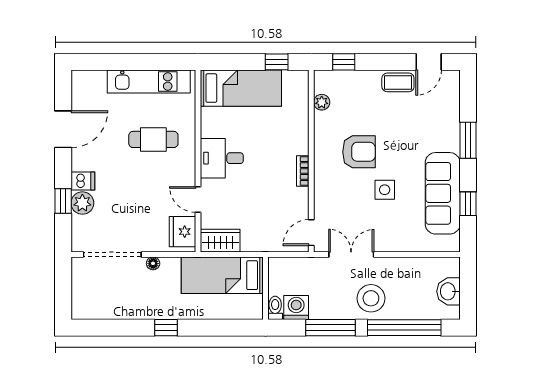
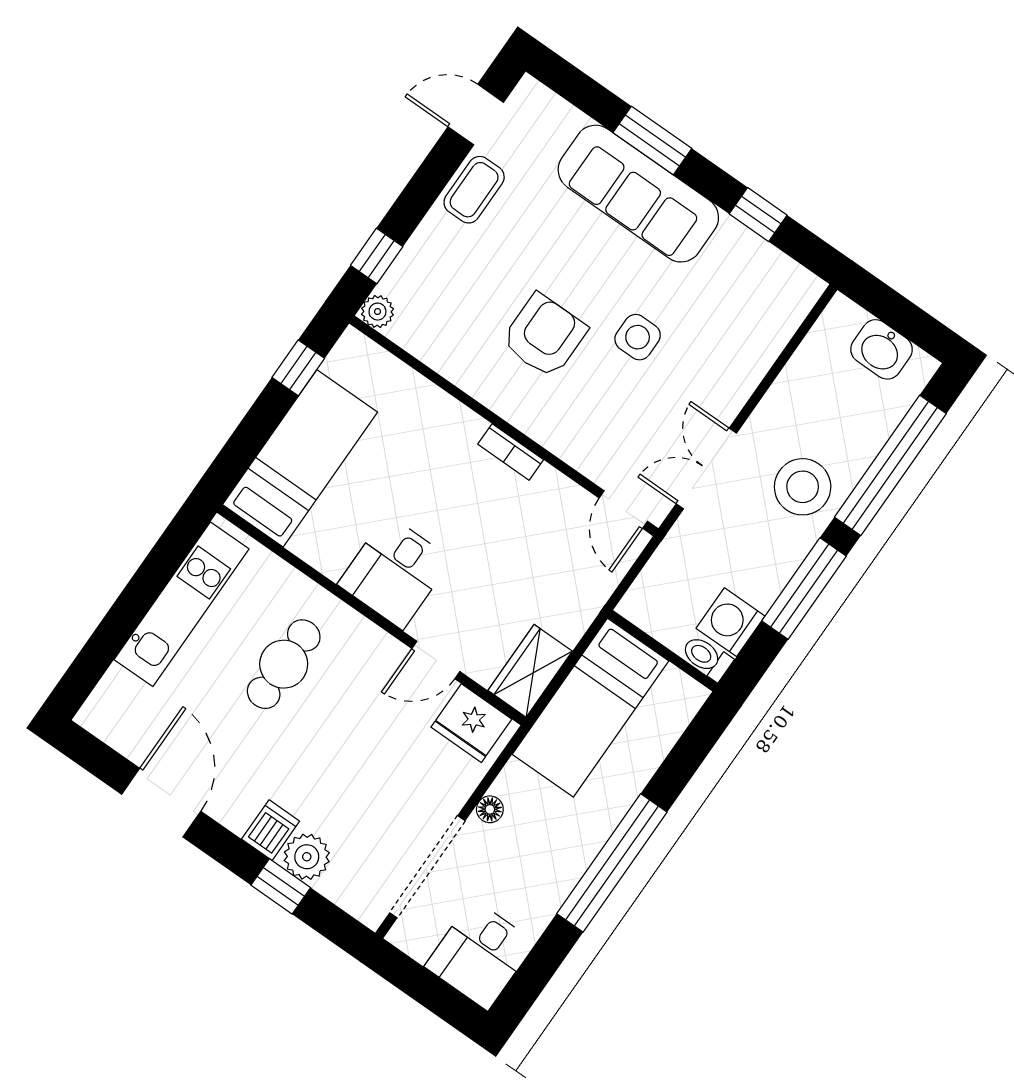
door: (429, 62) -> (476, 115), swing flipped
plant: (322, 102) -> (377, 312), moved
sofa: (443, 193) -> (638, 194), moved
desk: (92, 300) -> (480, 955), added
window: (166, 328) -> (612, 863), width x3.17

